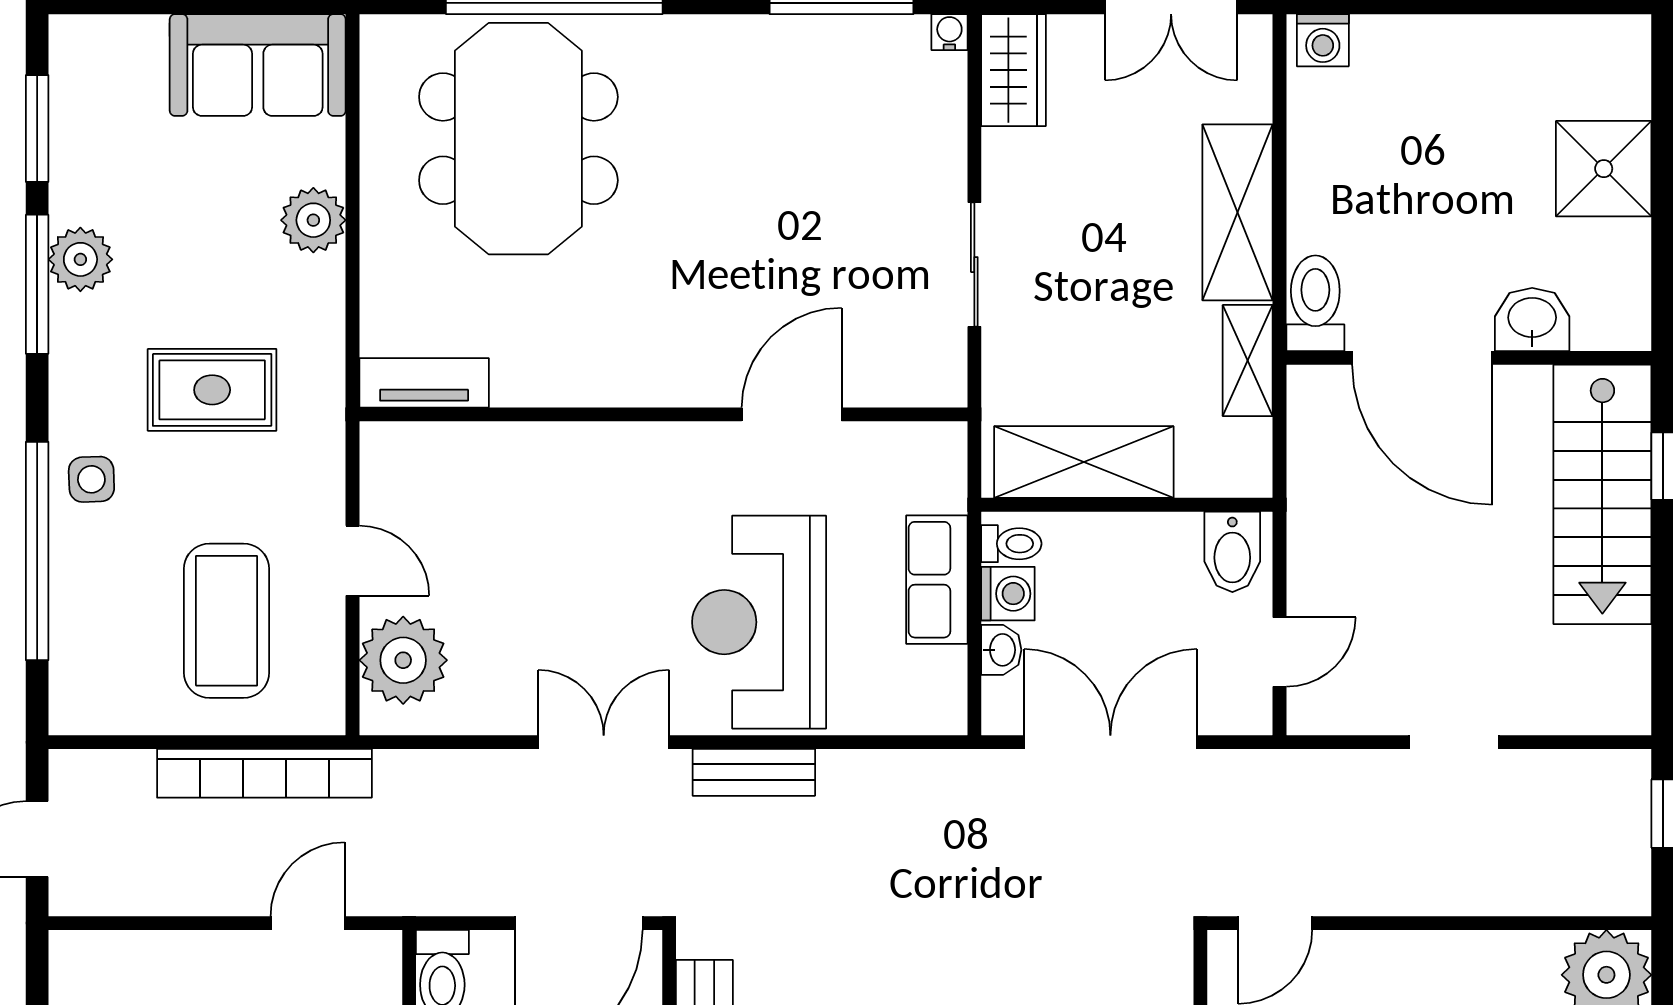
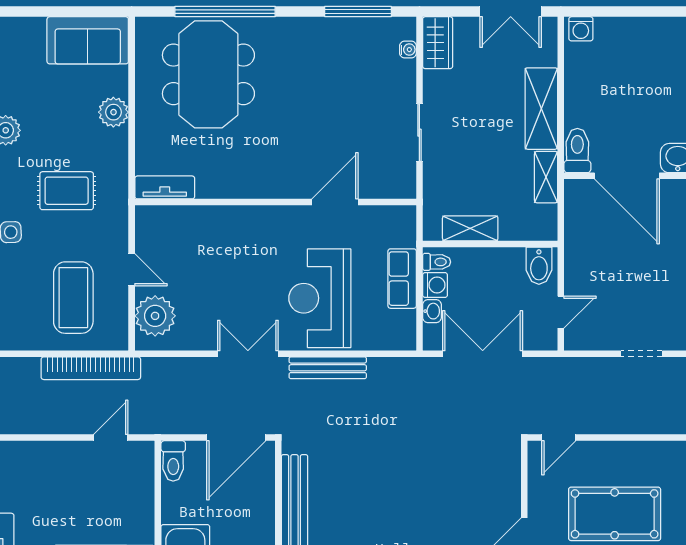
water cooler: (949, 32) -> (408, 50), moved, turned 90
shelving: (1084, 462) -> (470, 228), width x0.67, depth x0.75
bench: (754, 772) -> (328, 368), width x1.36

